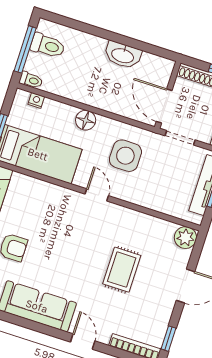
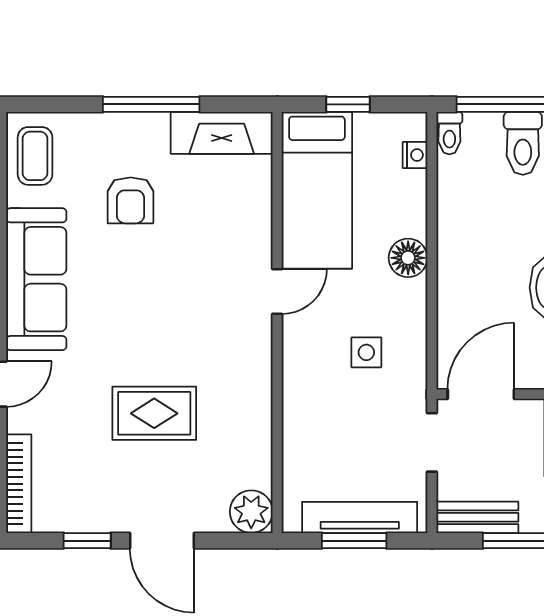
side table: (125, 156) -> (366, 352), width x0.54, depth x0.54
door: (97, 195) -> (277, 291), moved
window: (169, 339) -> (87, 541), moved

